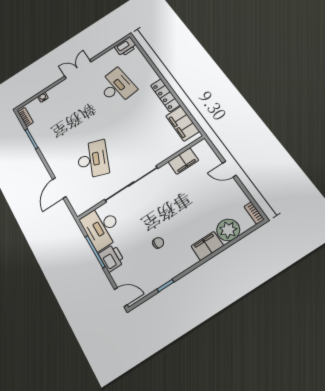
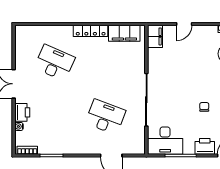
printer: (126, 47) -> (22, 112), moved
desk: (117, 87) -> (55, 63), turned 30
filing cabinet: (183, 161) -> (155, 36), moved
printer: (111, 258) -> (205, 146), moved

